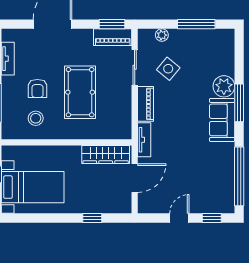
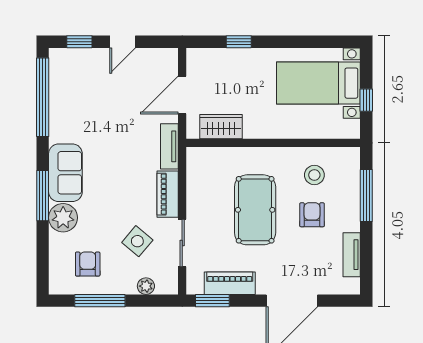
piano: (113, 37) -> (230, 283), moved
armchair: (205, 52) -> (88, 264), added
wardrobe: (106, 155) -> (221, 127), width x0.67

